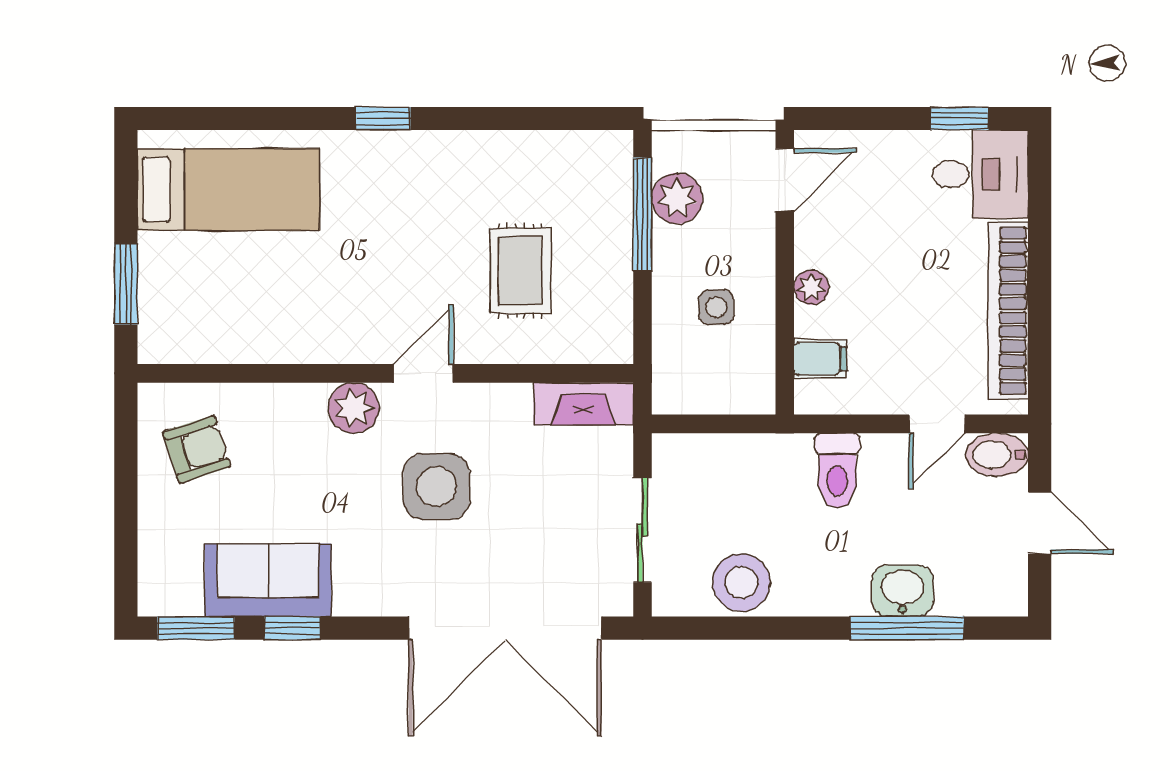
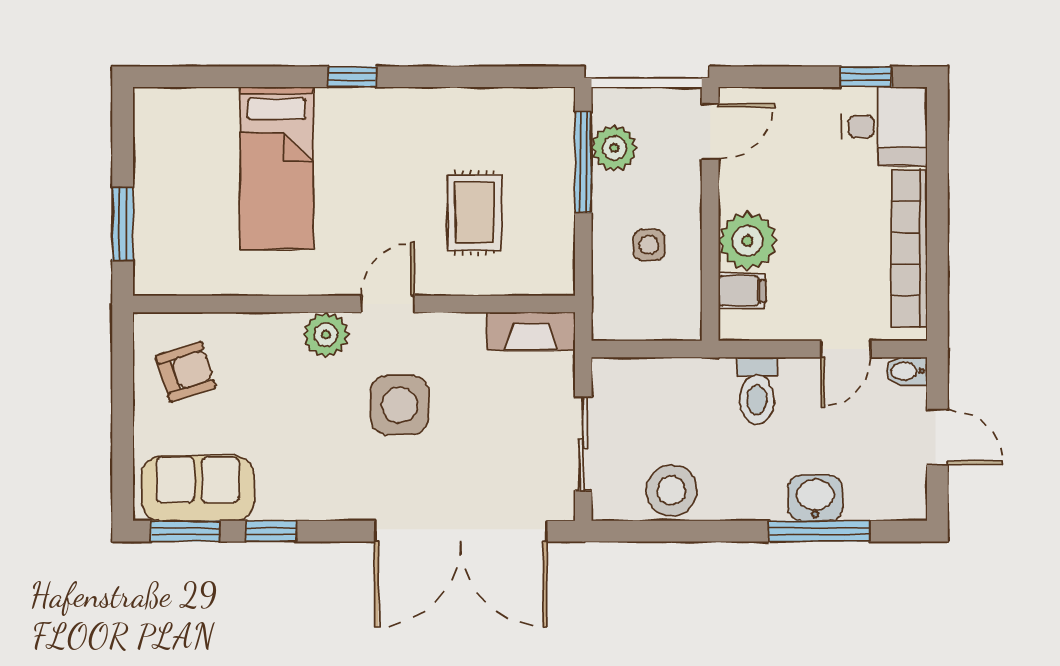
bed: (228, 190) -> (277, 168), moved, turned 90
plant: (811, 287) -> (748, 241), width x1.88, depth x1.88
bidet: (997, 455) -> (907, 371), width x0.72, depth x0.74
sofa: (268, 580) -> (198, 488), moved

